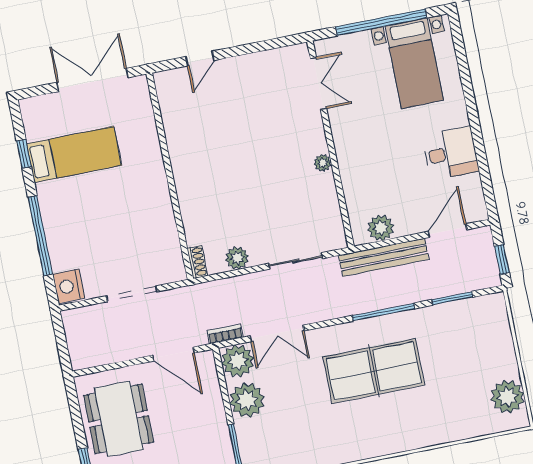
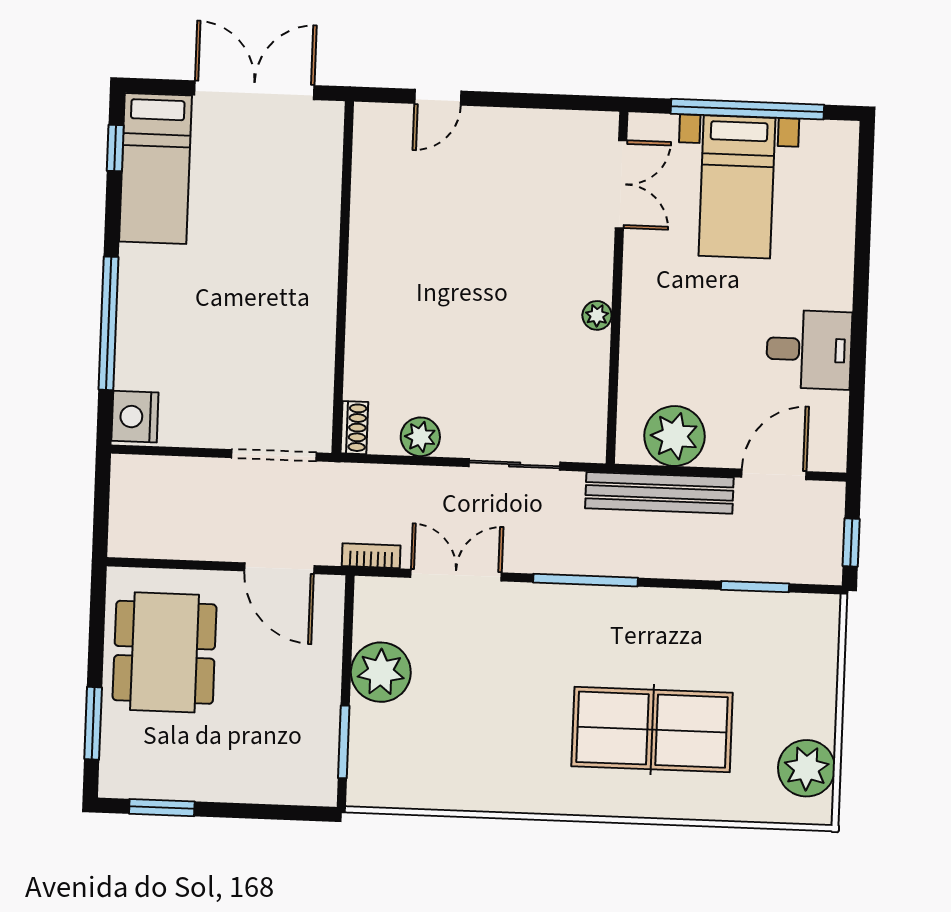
bed with nightstands: (414, 63) -> (737, 187), moved
window: (24, 154) -> (115, 148), moved
bed: (74, 155) -> (155, 168), moved, turned 90
plant: (381, 228) -> (674, 436), width x1.36, depth x1.36
doorway: (132, 294) -> (274, 455), moved
window: (383, 312) -> (585, 580), moved
double door: (277, 333) -> (456, 575), swing flipped
plant: (238, 361) -> (381, 604), removed
table tennis table: (374, 371) -> (652, 730), moved

